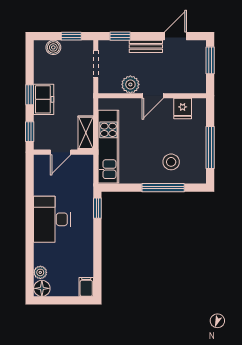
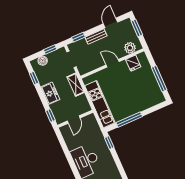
plant: (130, 84) -> (130, 48), moved
window: (30, 95) -> (34, 78), moved
door: (153, 96) -> (113, 63), swing flipped
shelving: (86, 133) -> (76, 85), moved
stool: (171, 162) -> (140, 97), removed
window: (163, 188) -> (129, 120), moved

